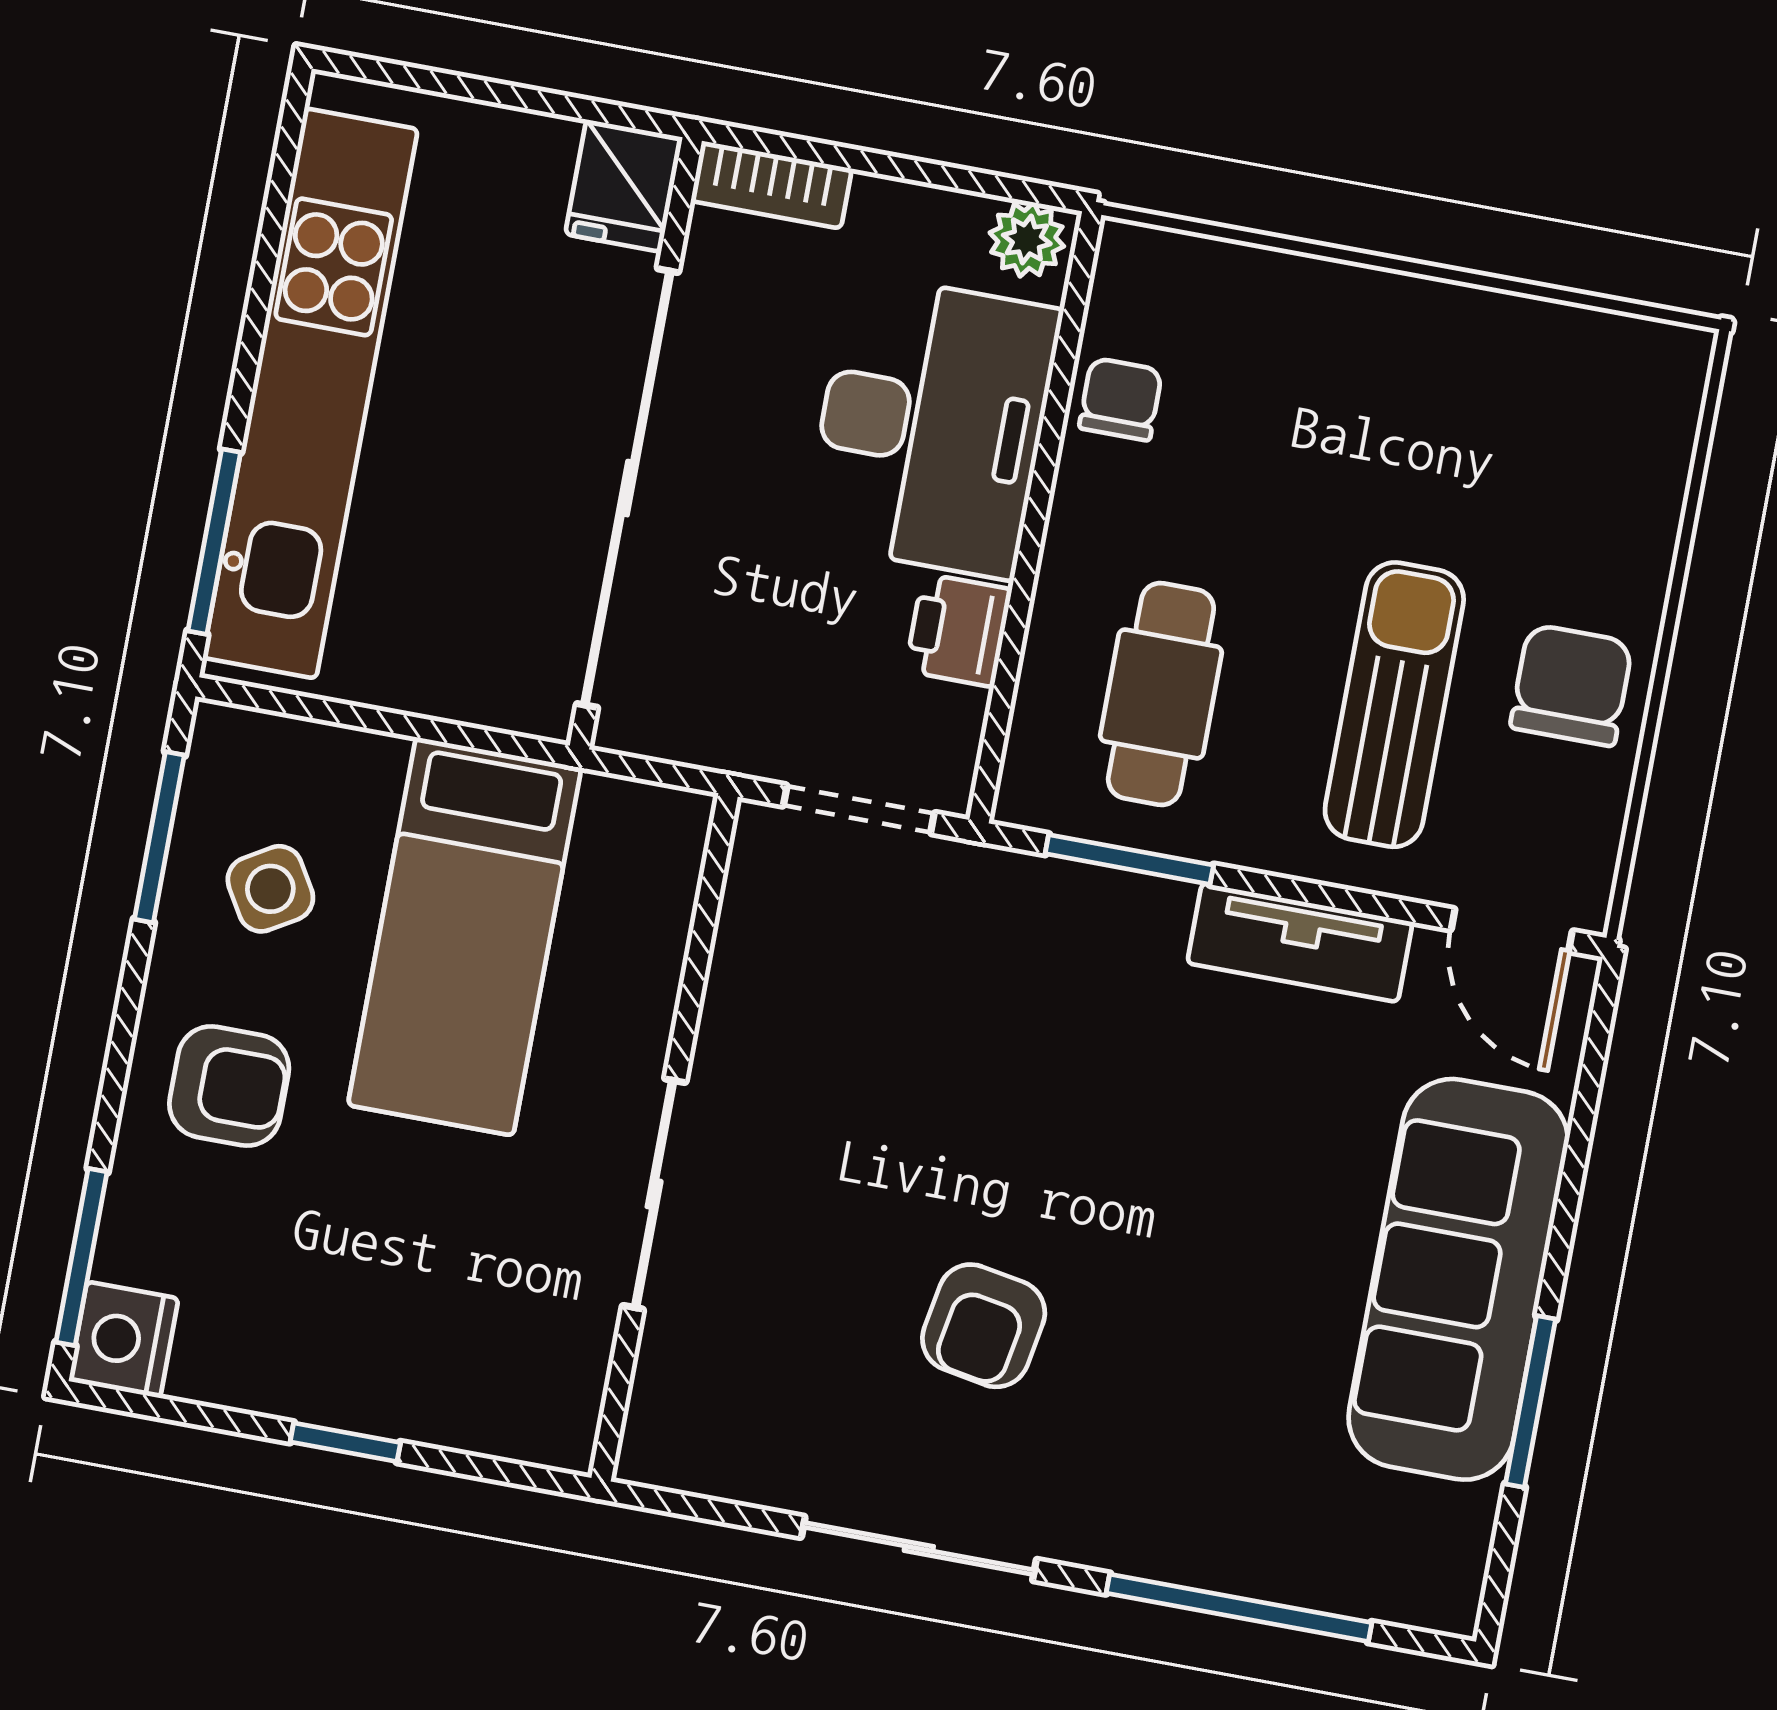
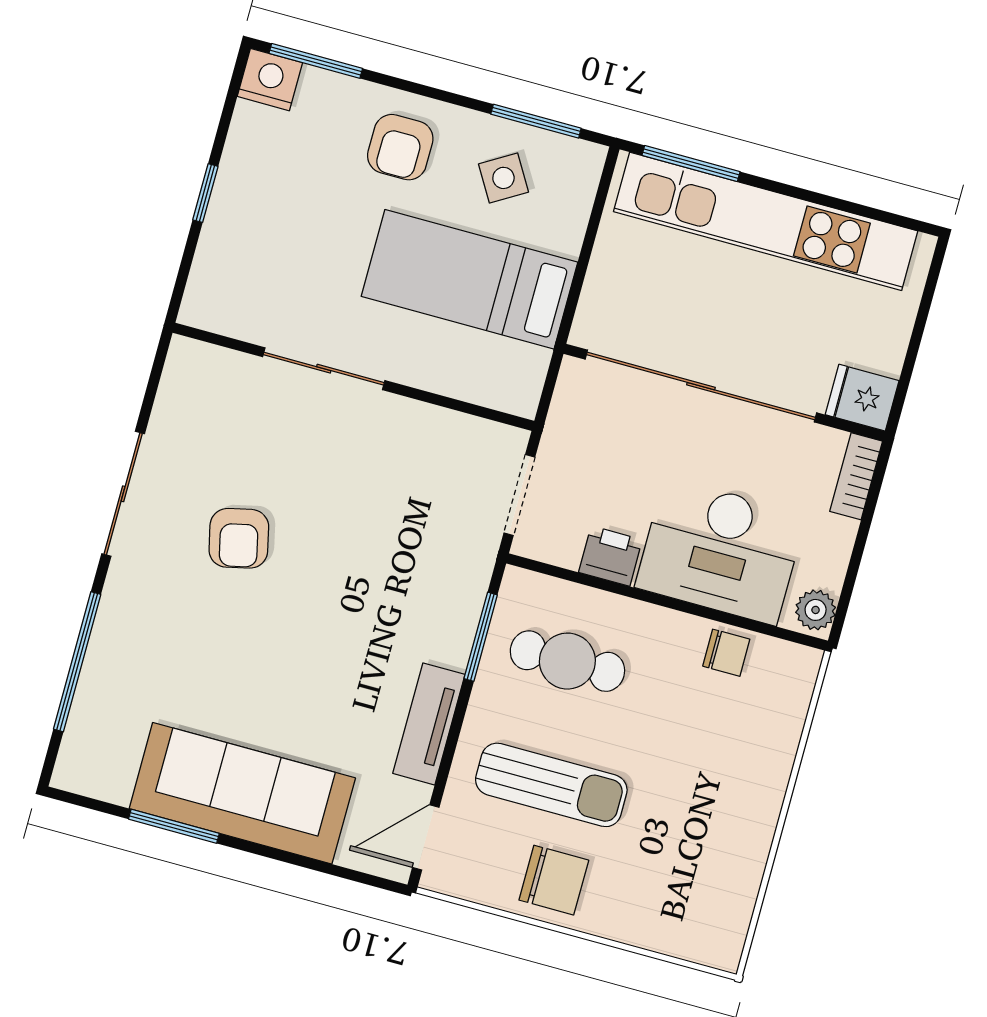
armchair: (984, 1326) -> (239, 538), turned -113

